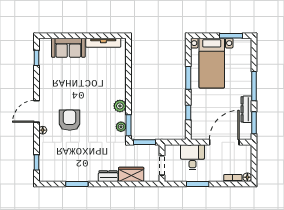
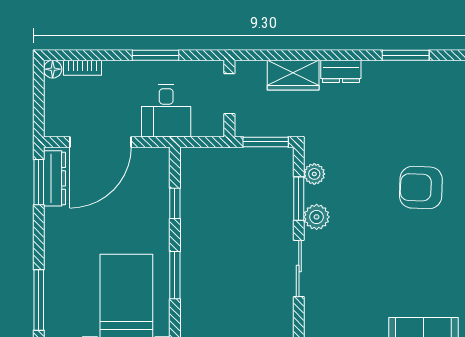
sliding door: (128, 81) -> (299, 269), added
window: (254, 86) -> (39, 300), moved
dresser: (246, 109) -> (55, 178), moved
armchair: (70, 120) -> (421, 188), turned 92
window: (128, 125) -> (299, 199), moved

